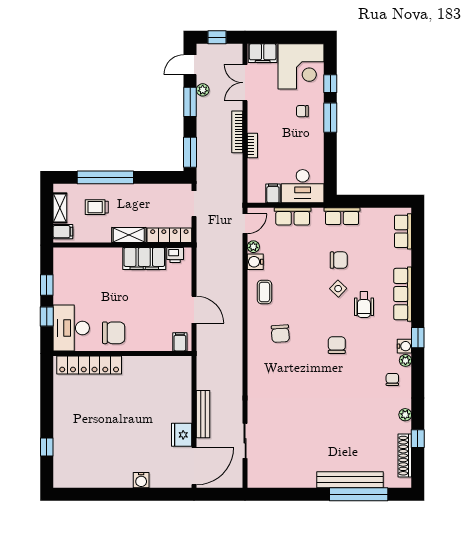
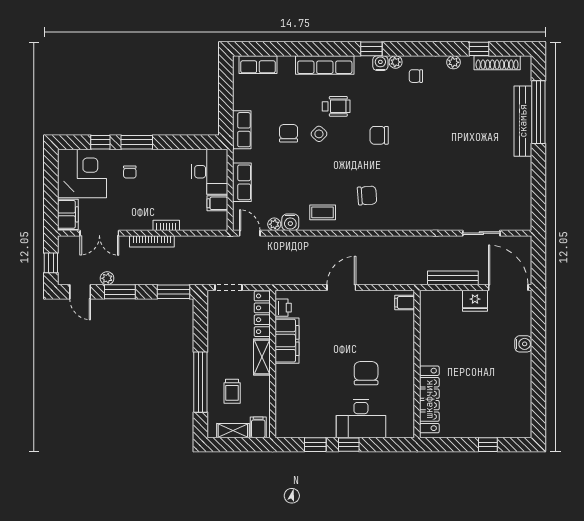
filing cabinet: (180, 342) -> (405, 303), moved
wall: (122, 353) -> (417, 364), moved
locker: (89, 365) -> (429, 399), moved

